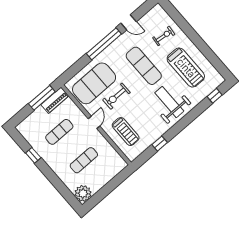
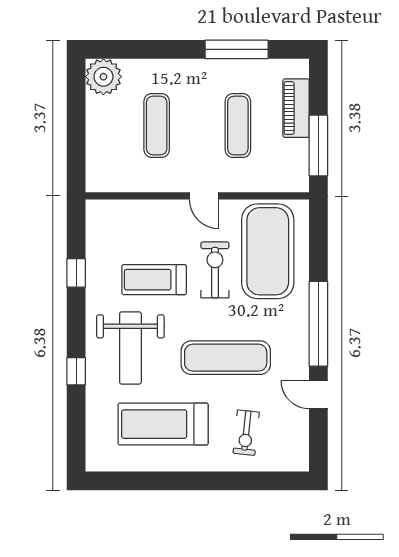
door: (129, 22) -> (318, 395), hinge flipped
window: (215, 96) -> (76, 371), moved
piano: (55, 100) -> (296, 108), moved
weight bench: (169, 102) -> (130, 348), turned 90
treadmill: (126, 131) -> (154, 280), moved
window: (33, 155) -> (237, 49), width x2.17

